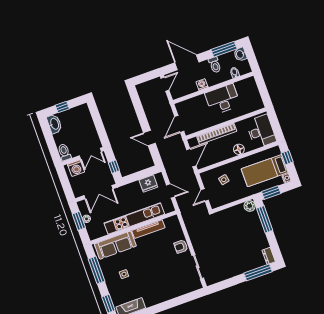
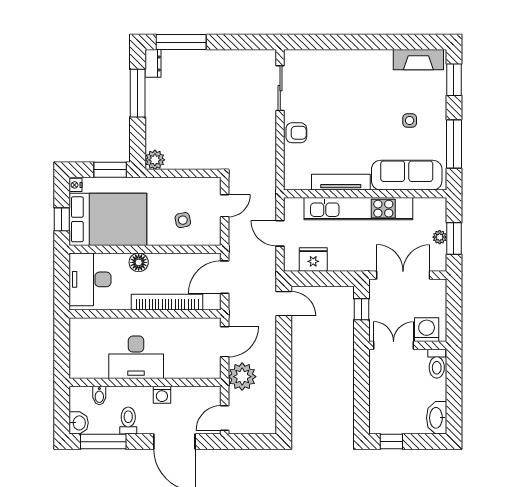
window: (62, 107) -> (391, 442), moved
plant: (164, 109) -> (242, 377), added
door: (149, 138) -> (284, 304), moved
bed: (265, 171) -> (108, 219), width x1.50
window: (265, 219) -> (138, 93), moved

